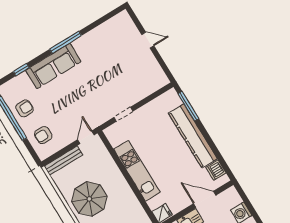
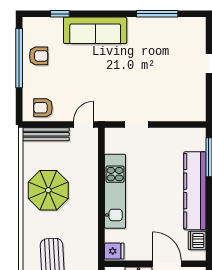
window: (65, 42) -> (157, 14), moved
armchair: (43, 135) -> (43, 108), moved

